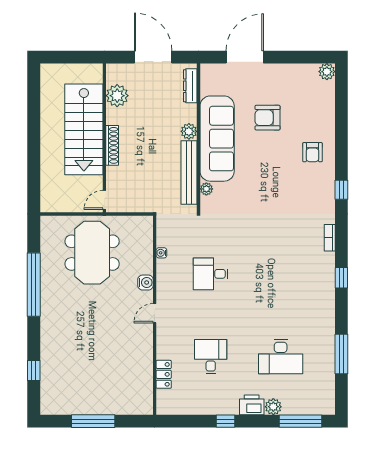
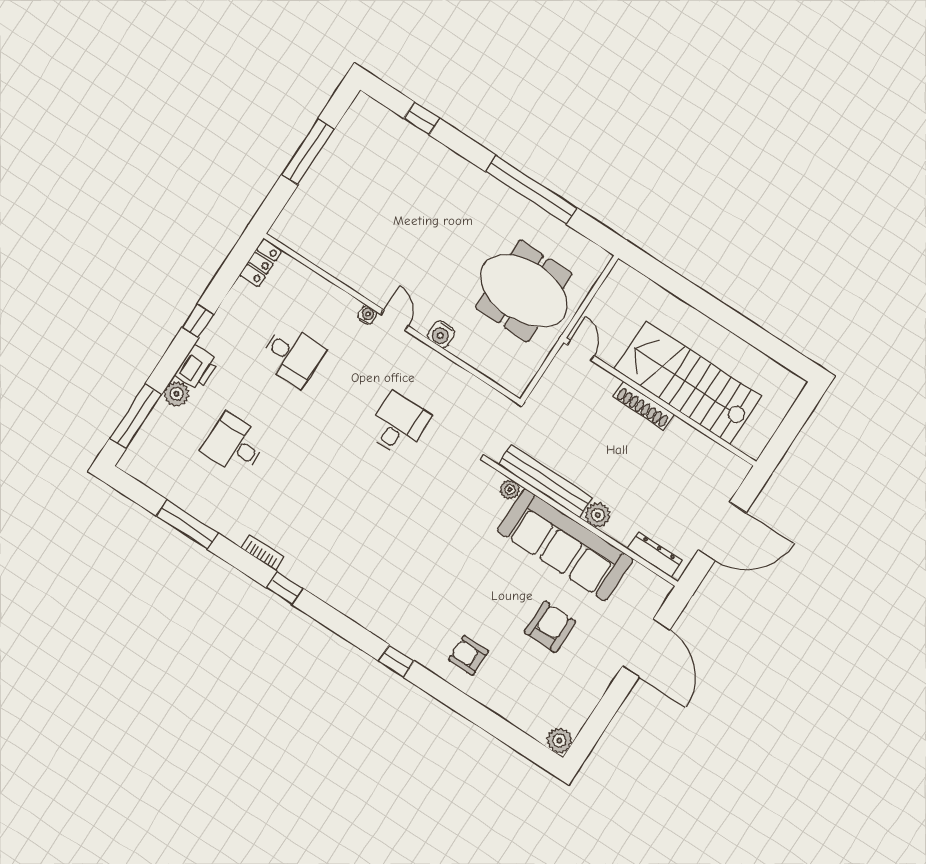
plant: (117, 96) -> (703, 453), removed
bookcase: (330, 238) -> (263, 553), moved
water cooler: (161, 253) -> (367, 315), moved
desk: (281, 357) -> (234, 445), width x0.73
locker: (164, 374) -> (261, 263), moved, turned -90

